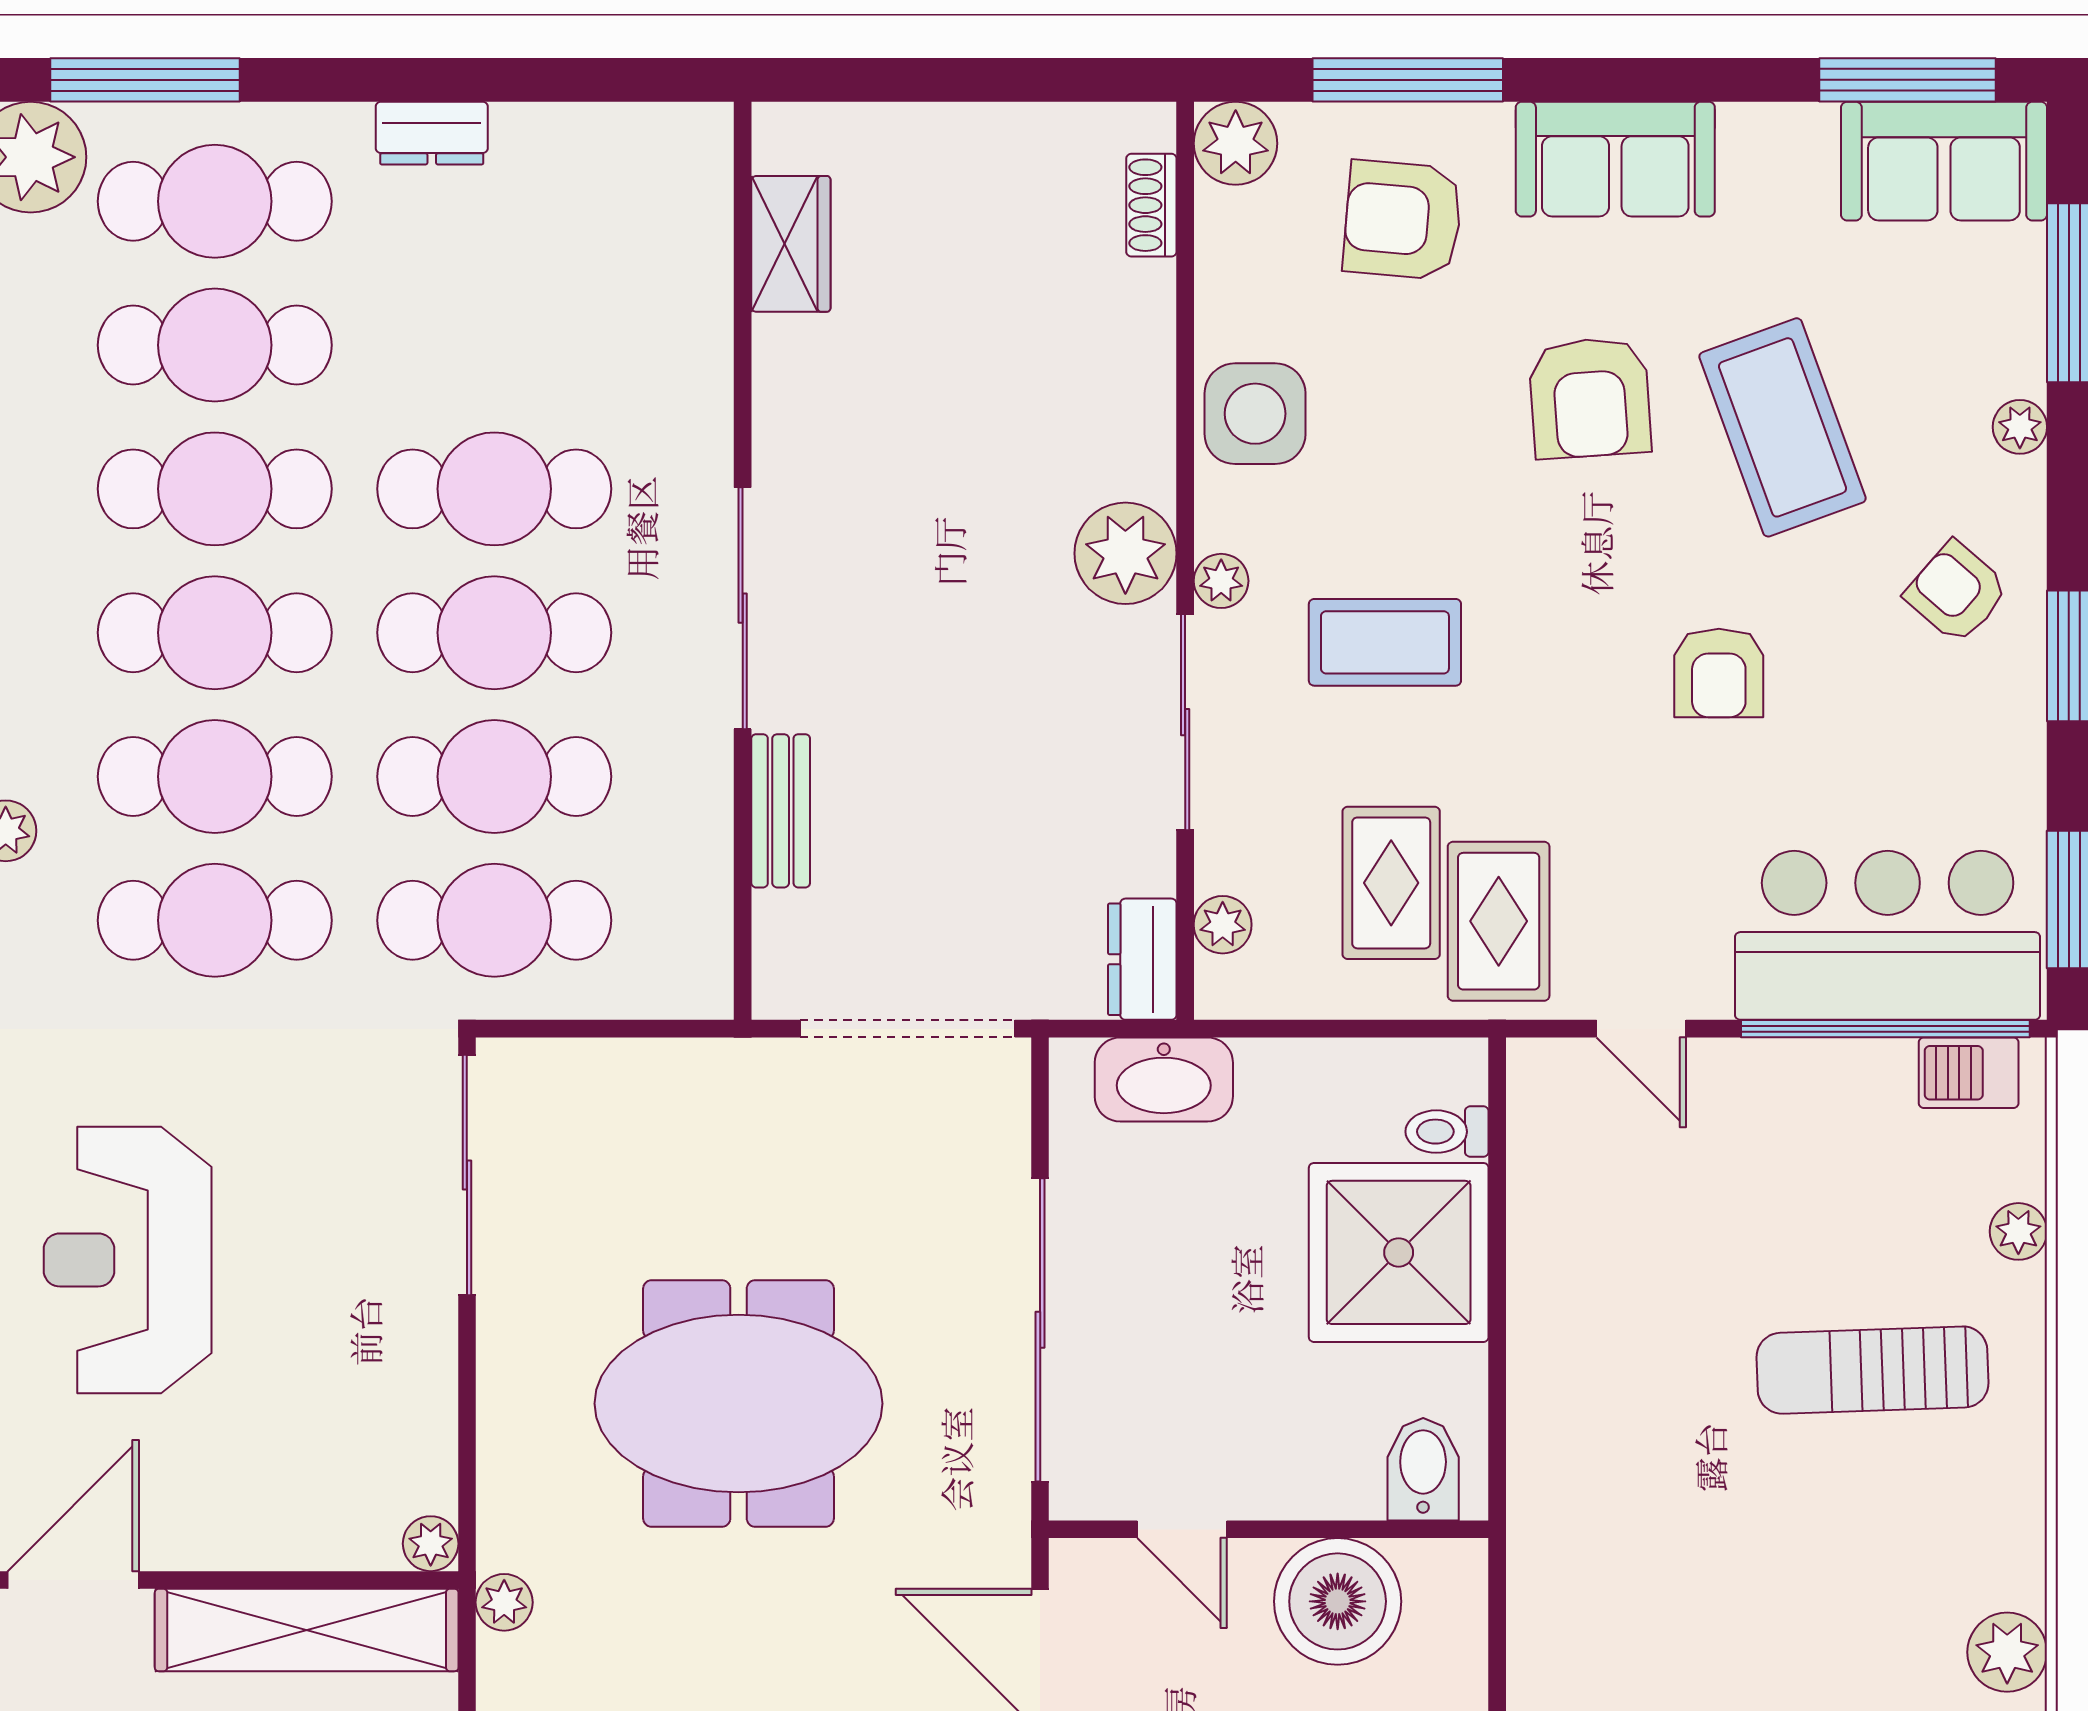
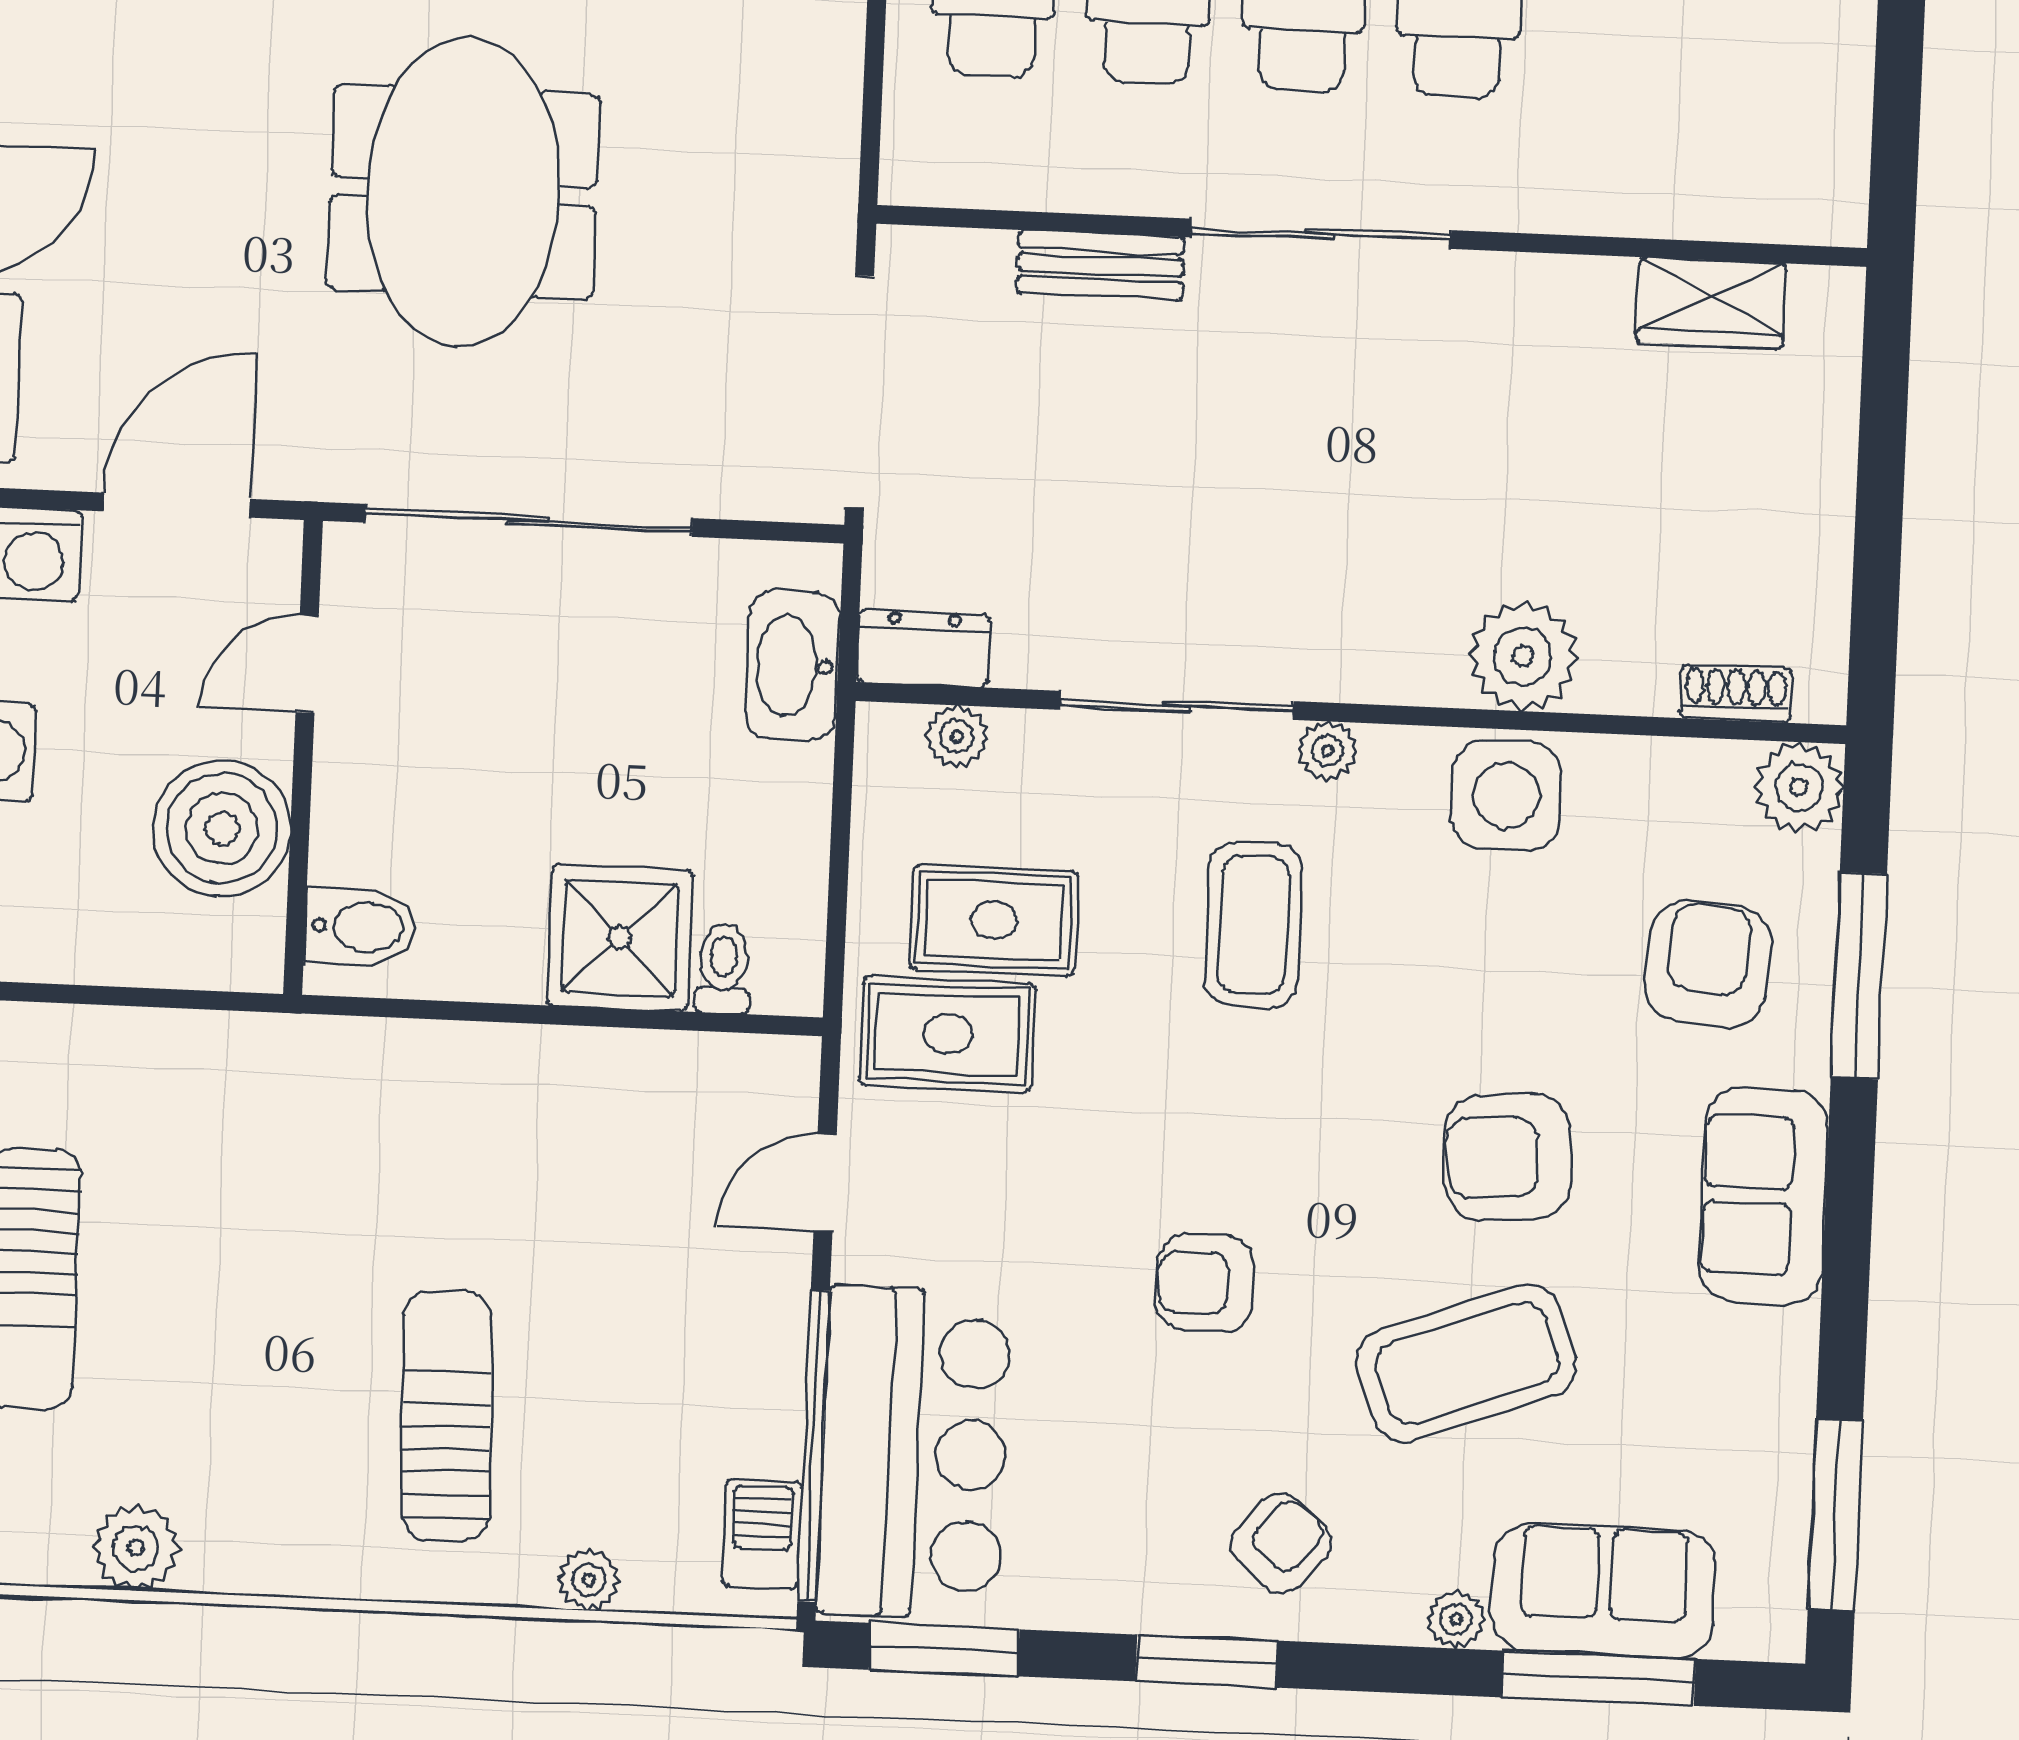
sofa: (1944, 161) -> (1604, 1591), moved, turned 90
plant: (1125, 553) -> (1523, 656), moved
shower: (1399, 1252) -> (620, 938), width x0.73, depth x0.73

